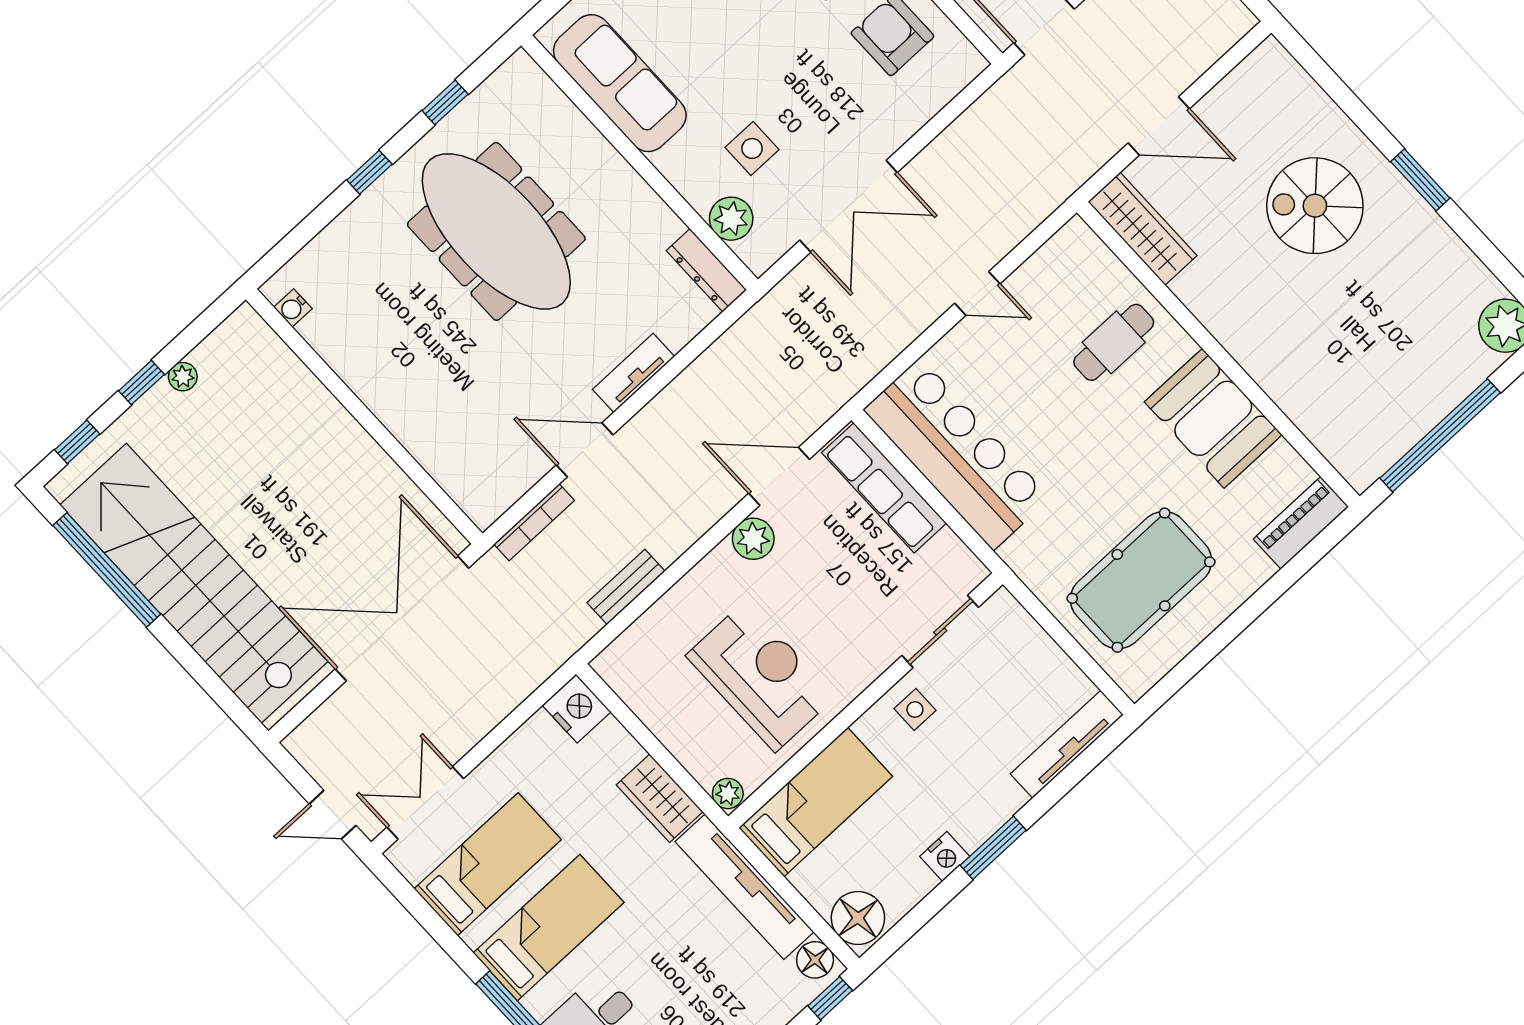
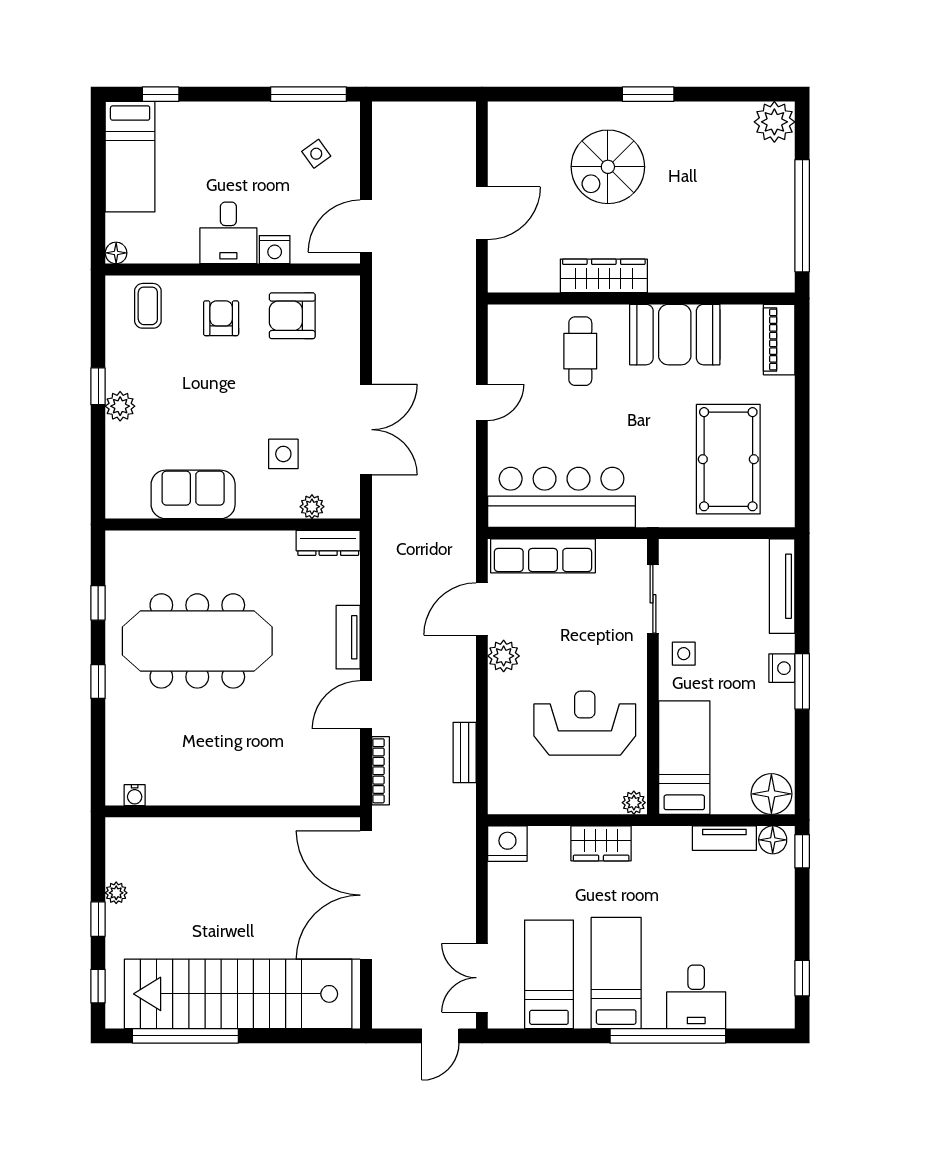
sofa: (620, 83) -> (193, 494), width x0.73
plant: (731, 219) -> (312, 507), width x0.73, depth x0.73
wardrobe: (1142, 229) -> (604, 276), moved
nightstand: (945, 856) -> (782, 668), moved
tv unit: (745, 887) -> (724, 838), width x0.52, depth x0.78

